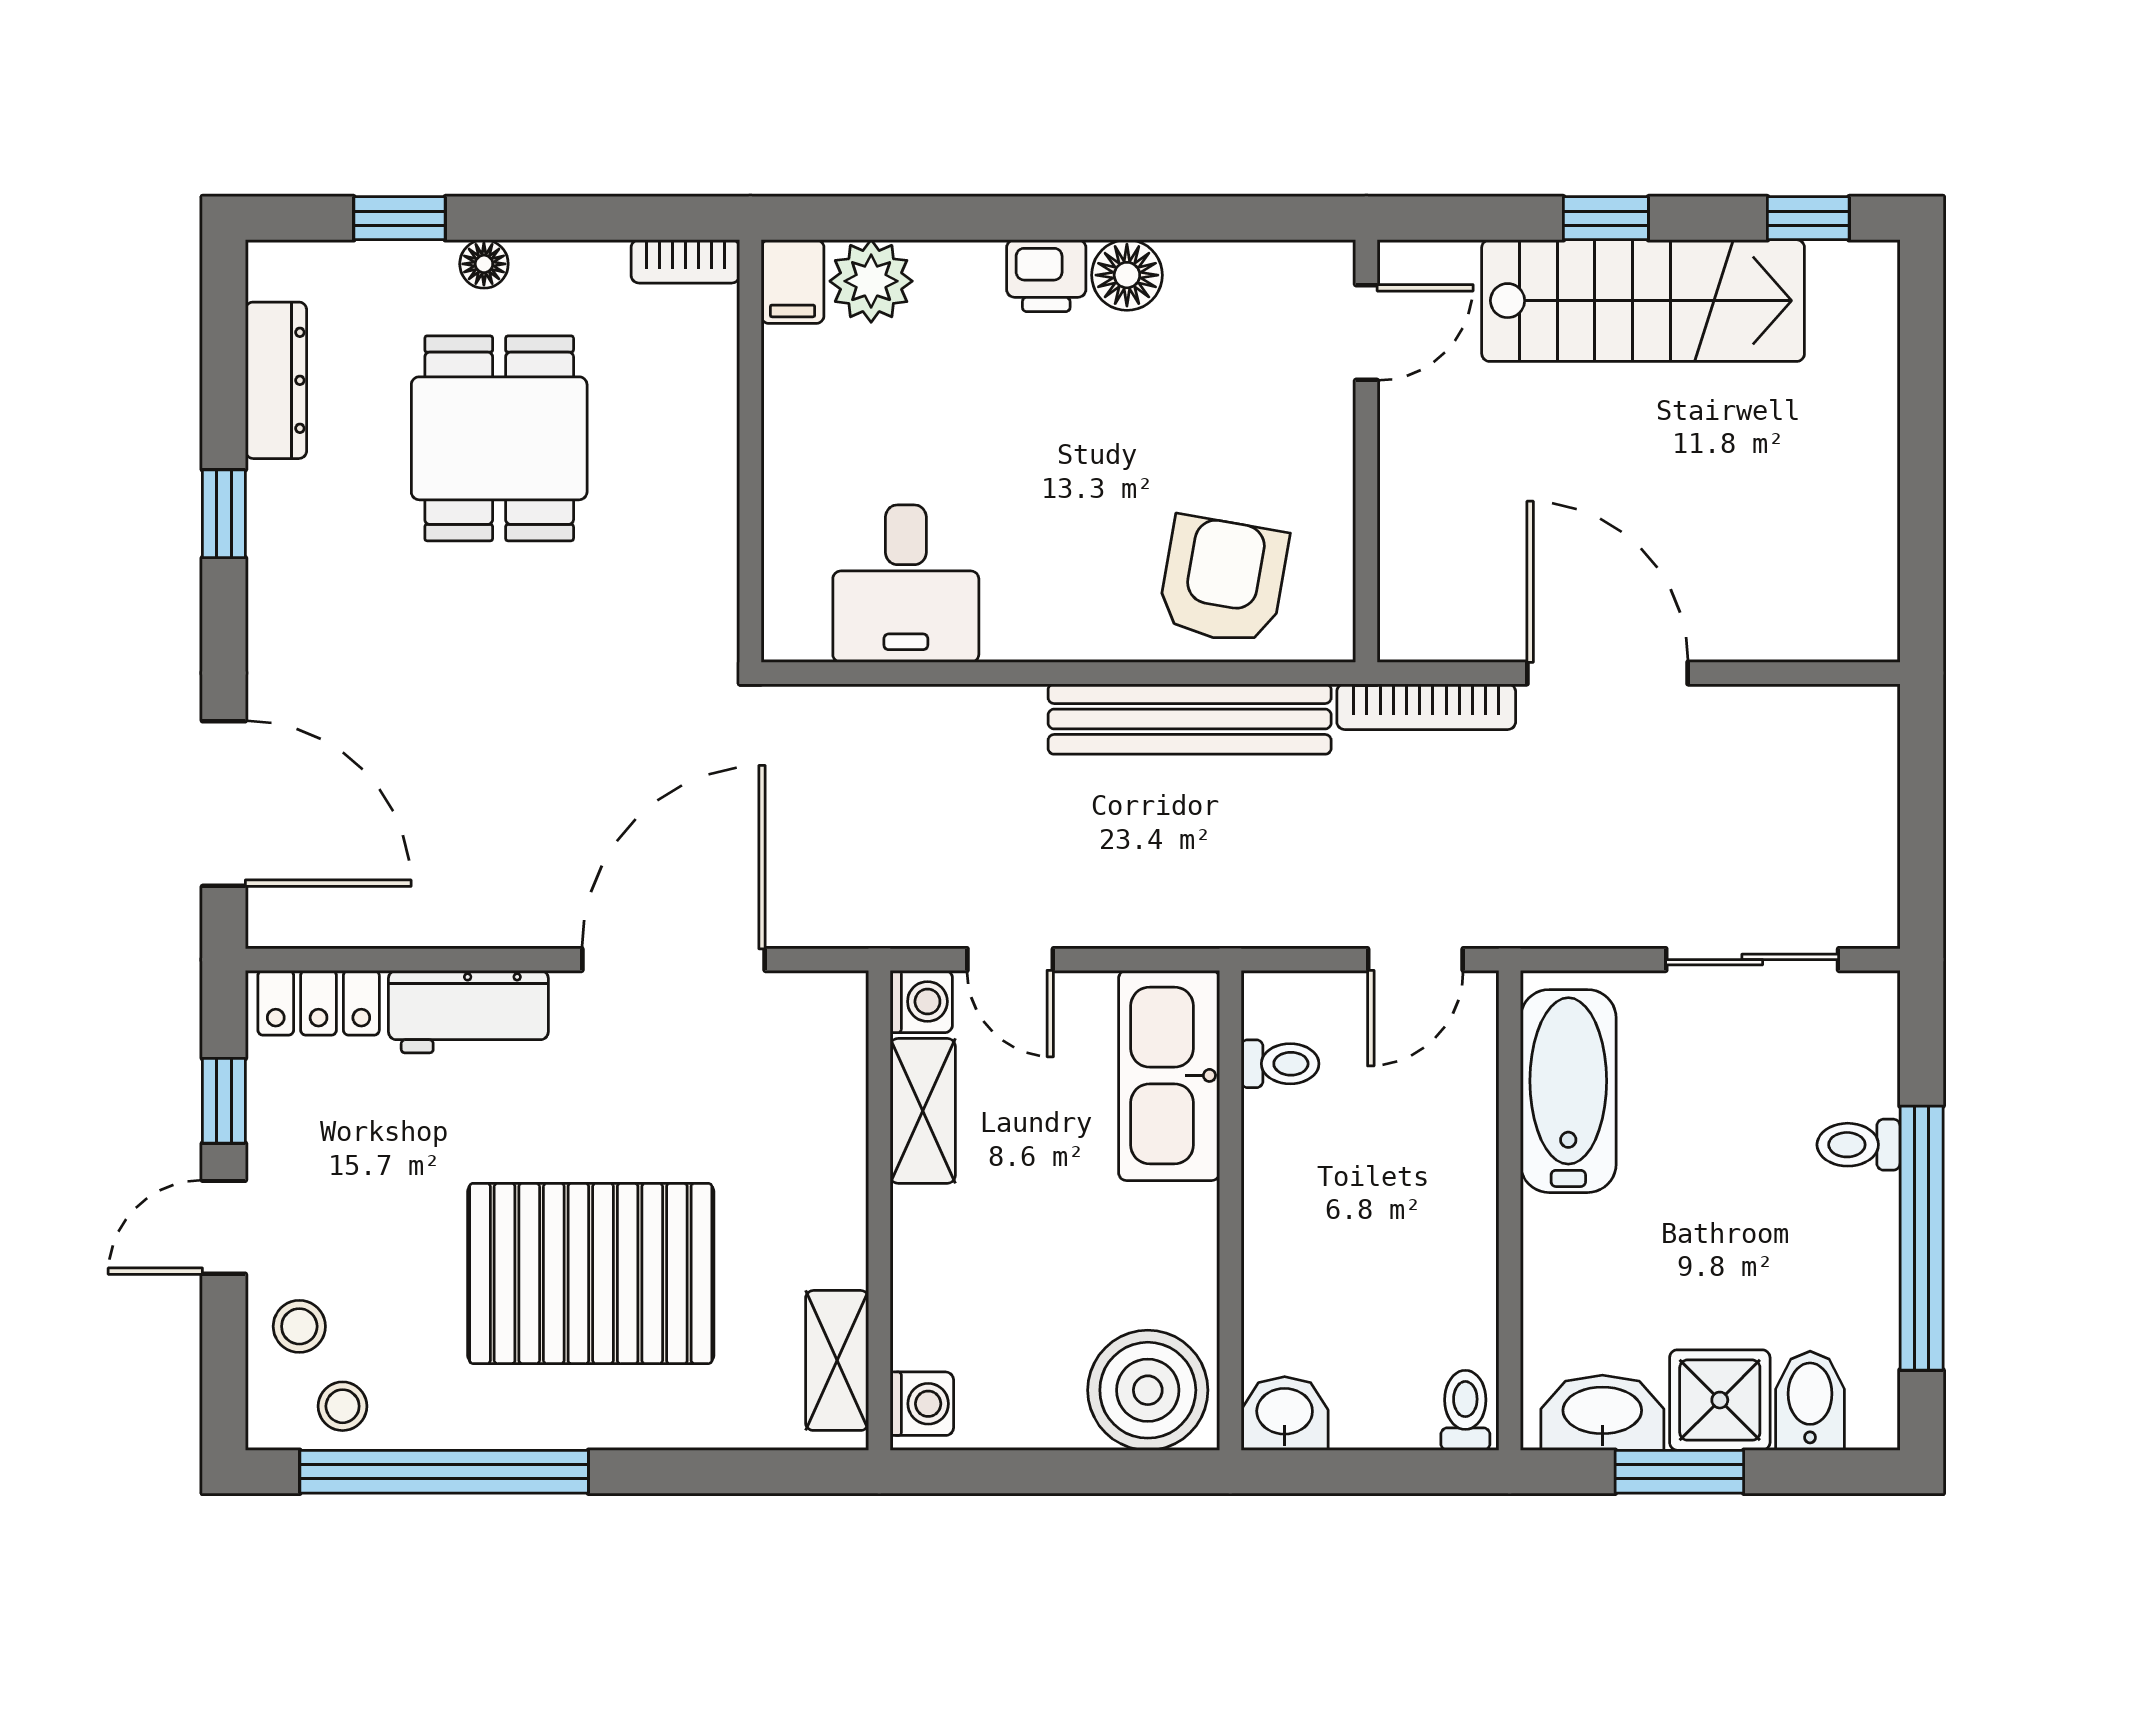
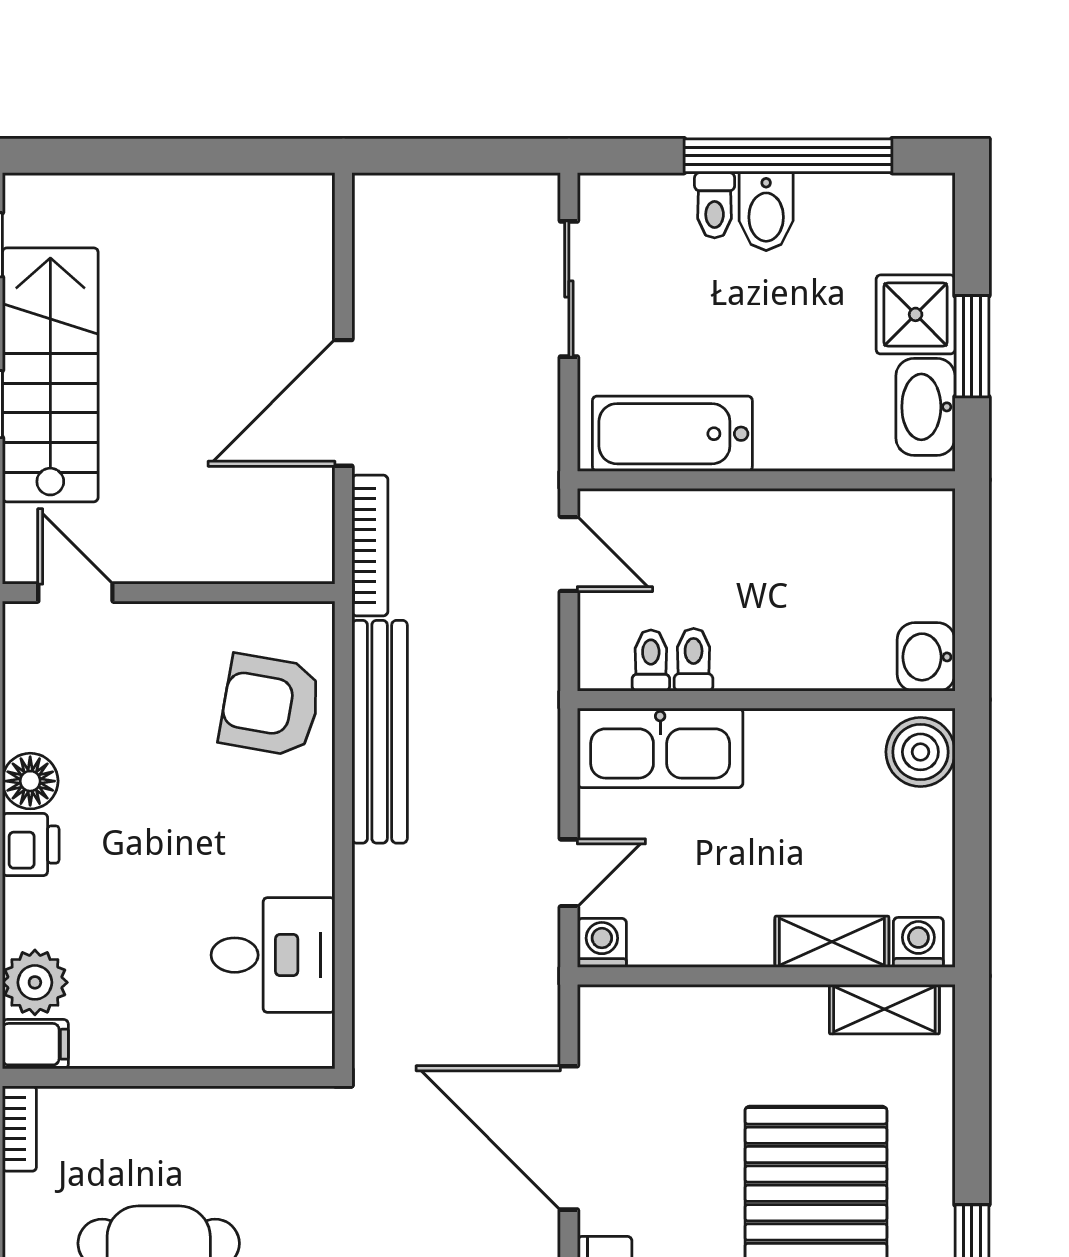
shelving: (923, 1111) -> (832, 942), moved
boiler: (1148, 1390) -> (920, 752), width x0.73, depth x0.73
bidet: (1810, 1401) -> (766, 212), moved, turned -90
toilet: (1465, 1410) -> (694, 660), moved, turned 90

